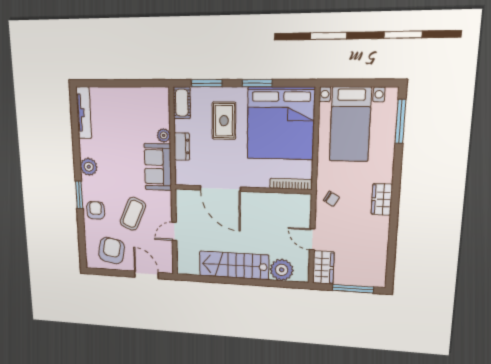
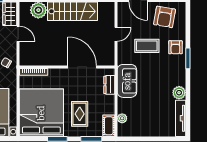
plant: (164, 135) -> (122, 118), moved
dresser: (182, 146) -> (109, 85), moved
plant: (89, 167) -> (179, 93), moved
coffee table: (133, 214) -> (147, 46), turned 66

